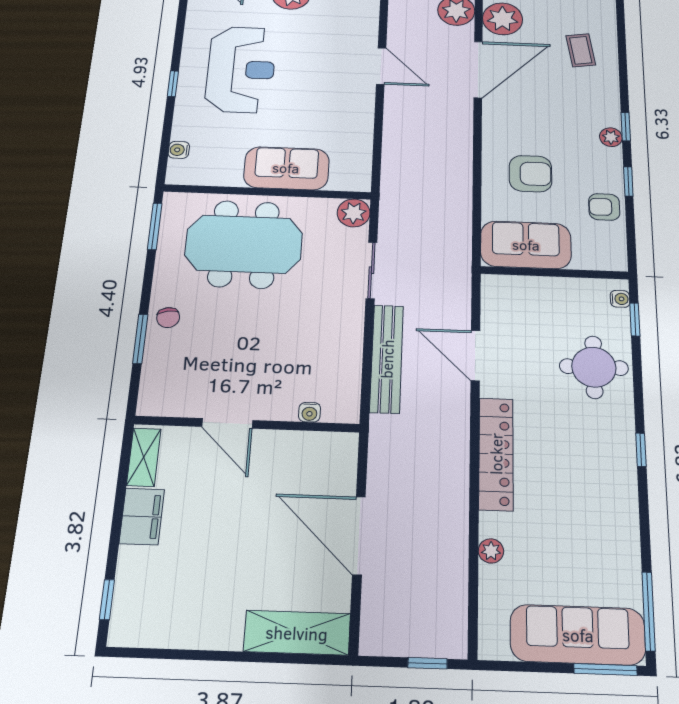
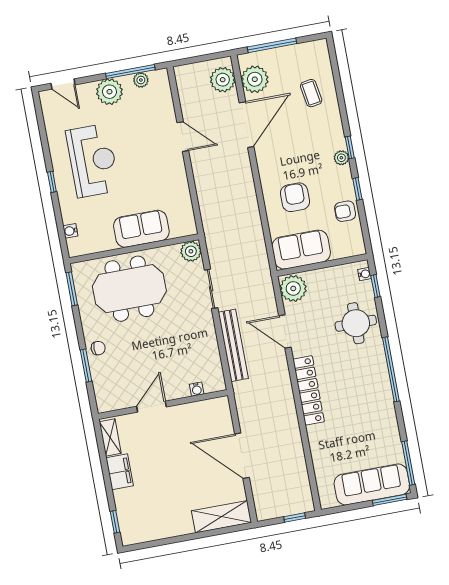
armchair: (530, 174) -> (295, 197), turned -90
chair: (168, 318) -> (98, 348), turned -80
door: (227, 423) -> (151, 407), swing flipped
window: (641, 450) -> (391, 369), width x3.17
plant: (491, 551) -> (293, 288), moved, width x1.88, depth x1.88

